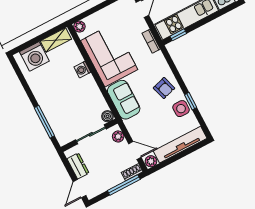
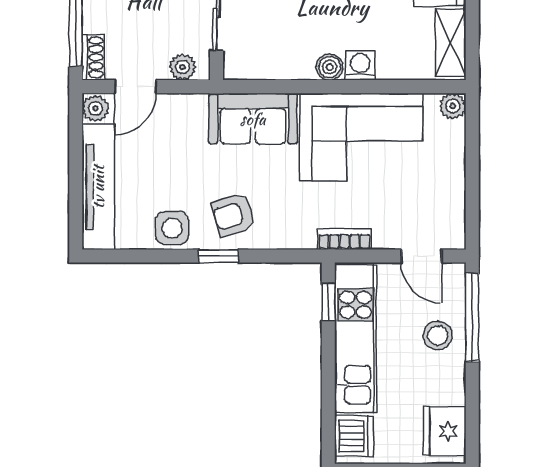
window: (191, 101) -> (219, 256), moved
boiler: (107, 116) -> (330, 67), moved

